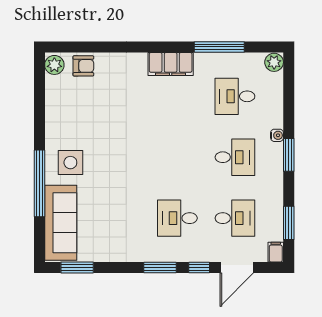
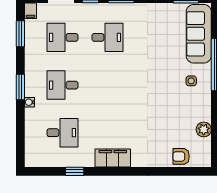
window: (219, 47) -> (75, 171), width x0.46
plant: (274, 62) -> (32, 159), removed
plant: (54, 65) -> (204, 129), moved
side table: (70, 163) -> (191, 81), width x0.54, depth x0.54

